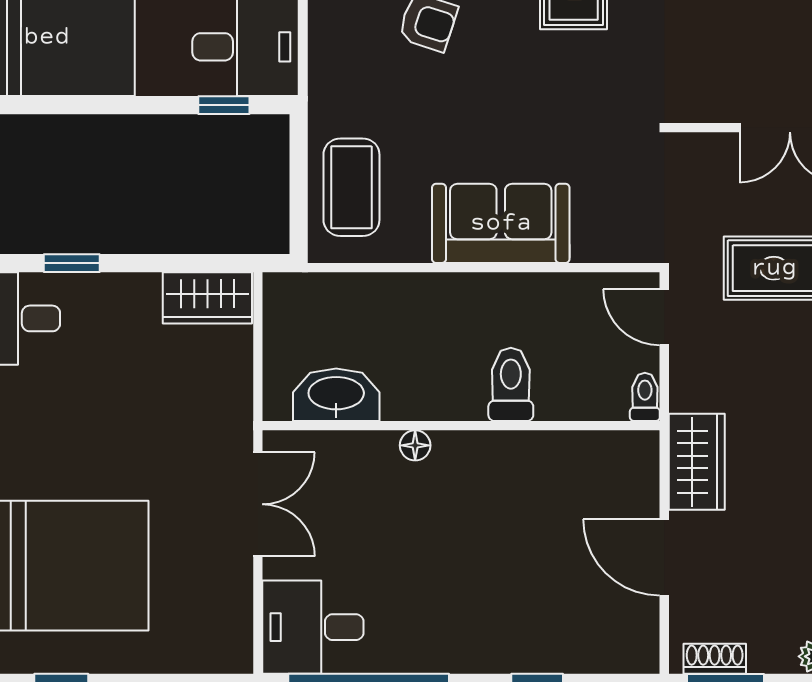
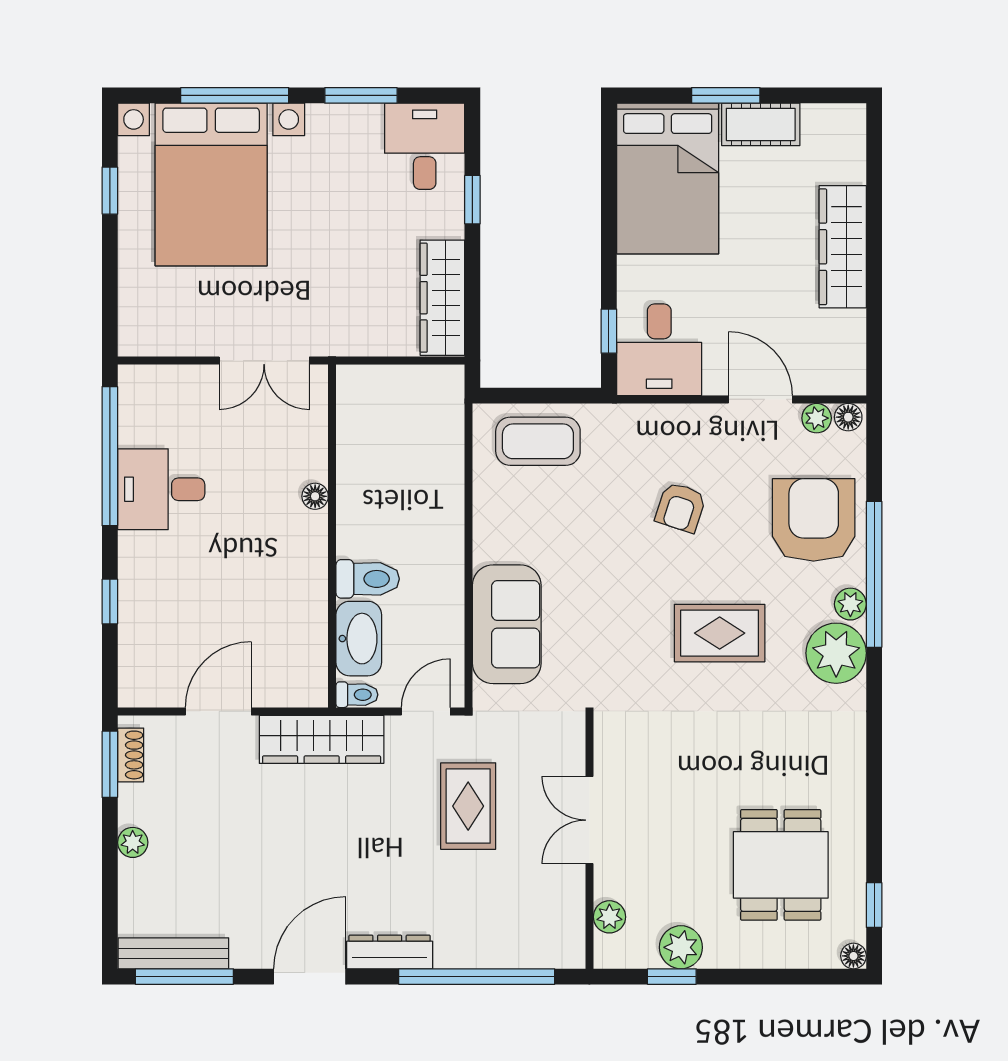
sofa: (501, 223) -> (507, 624), moved
wardrobe: (207, 298) -> (442, 298), width x1.50
washbasin: (336, 395) -> (359, 639), moved
wardrobe: (697, 462) -> (322, 739), width x1.50
desk: (313, 627) -> (161, 489), moved, turned -90

